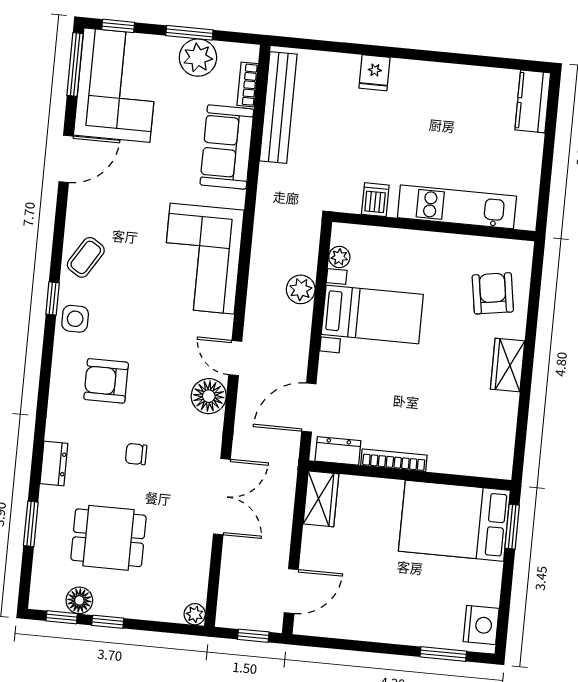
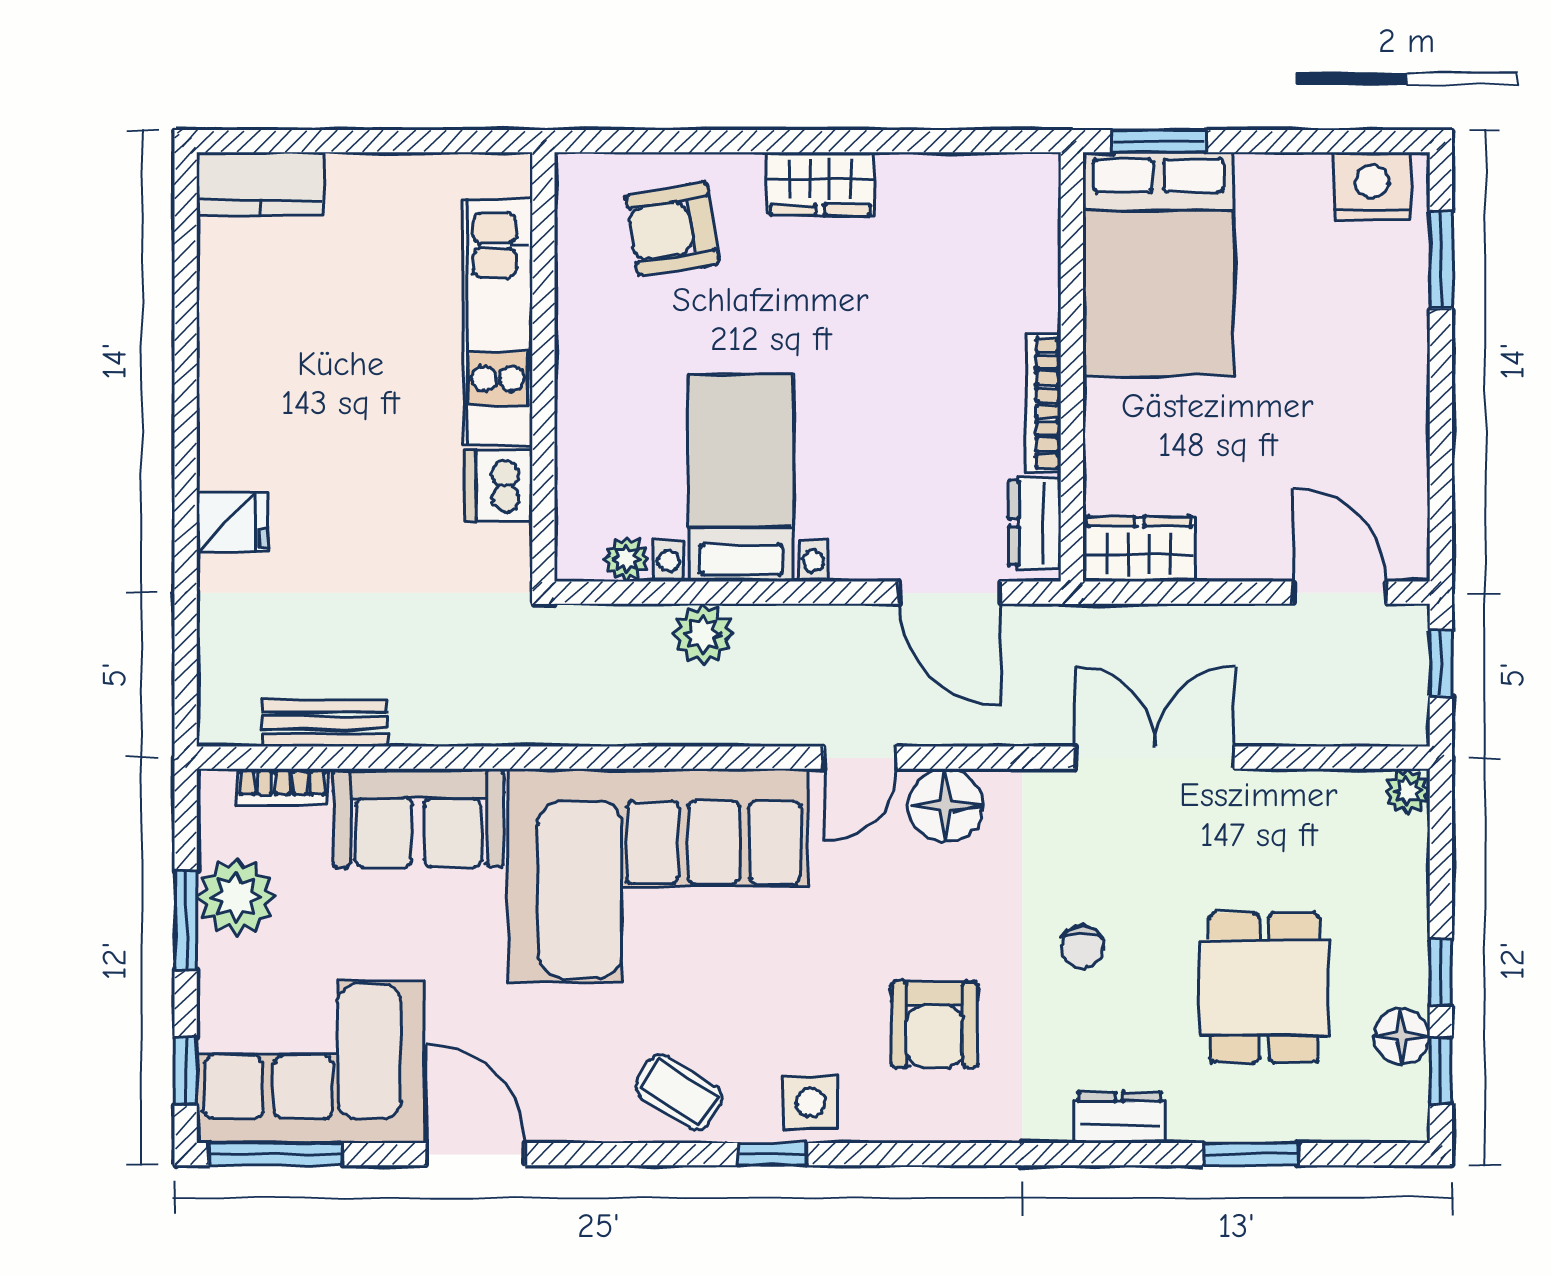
bench: (278, 108) -> (325, 723), width x0.54, depth x0.82
dishwasher: (375, 200) -> (499, 485), width x1.38
corner sofa: (202, 259) -> (658, 876), width x1.36, depth x1.36

